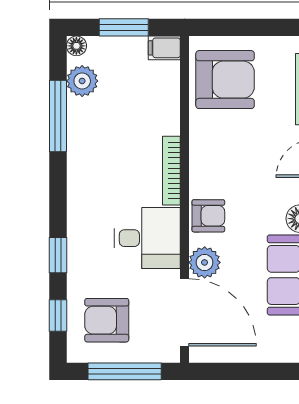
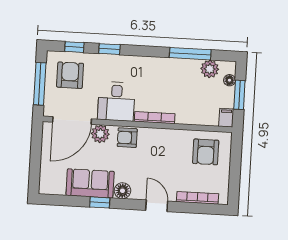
floor lamp: (76, 46) -> (229, 80), moved
armchair: (225, 80) -> (206, 152), width x0.73, depth x0.73
armchair: (208, 216) -> (127, 138), turned 90

